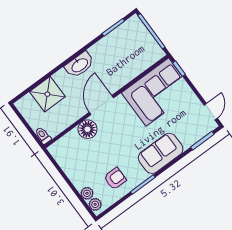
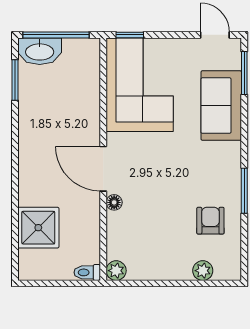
washbasin: (79, 65) -> (40, 51), moved, turned 90
floor lamp: (87, 129) -> (114, 202), width x0.53, depth x0.53
sofa: (161, 153) -> (221, 106), moved
plant: (95, 204) -> (116, 271), moved

